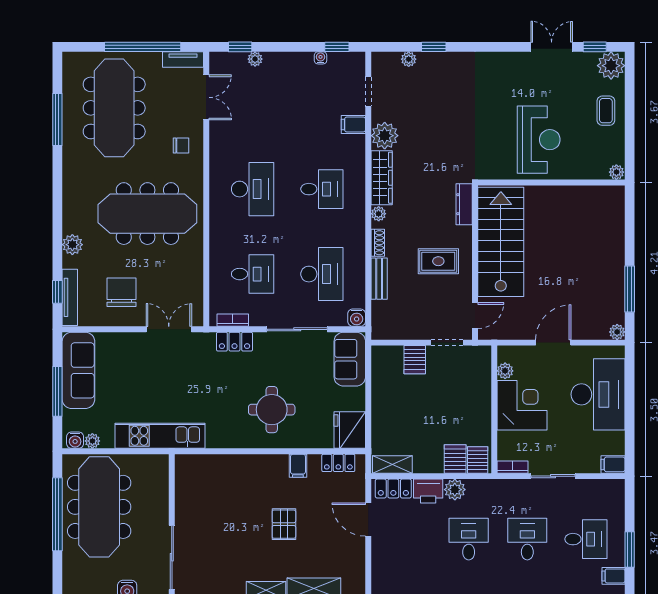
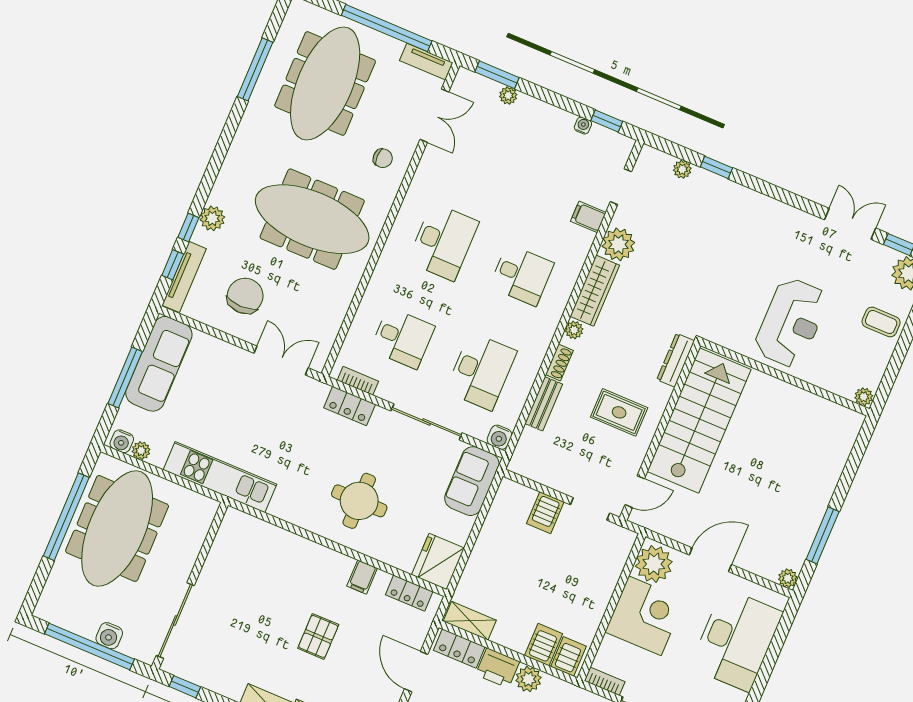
window: (240, 47) -> (497, 75), width x1.50
coffee table: (606, 111) -> (881, 322), turned 90
window: (57, 259) -> (188, 228), added
plant: (505, 371) -> (654, 564), width x1.88, depth x1.88

